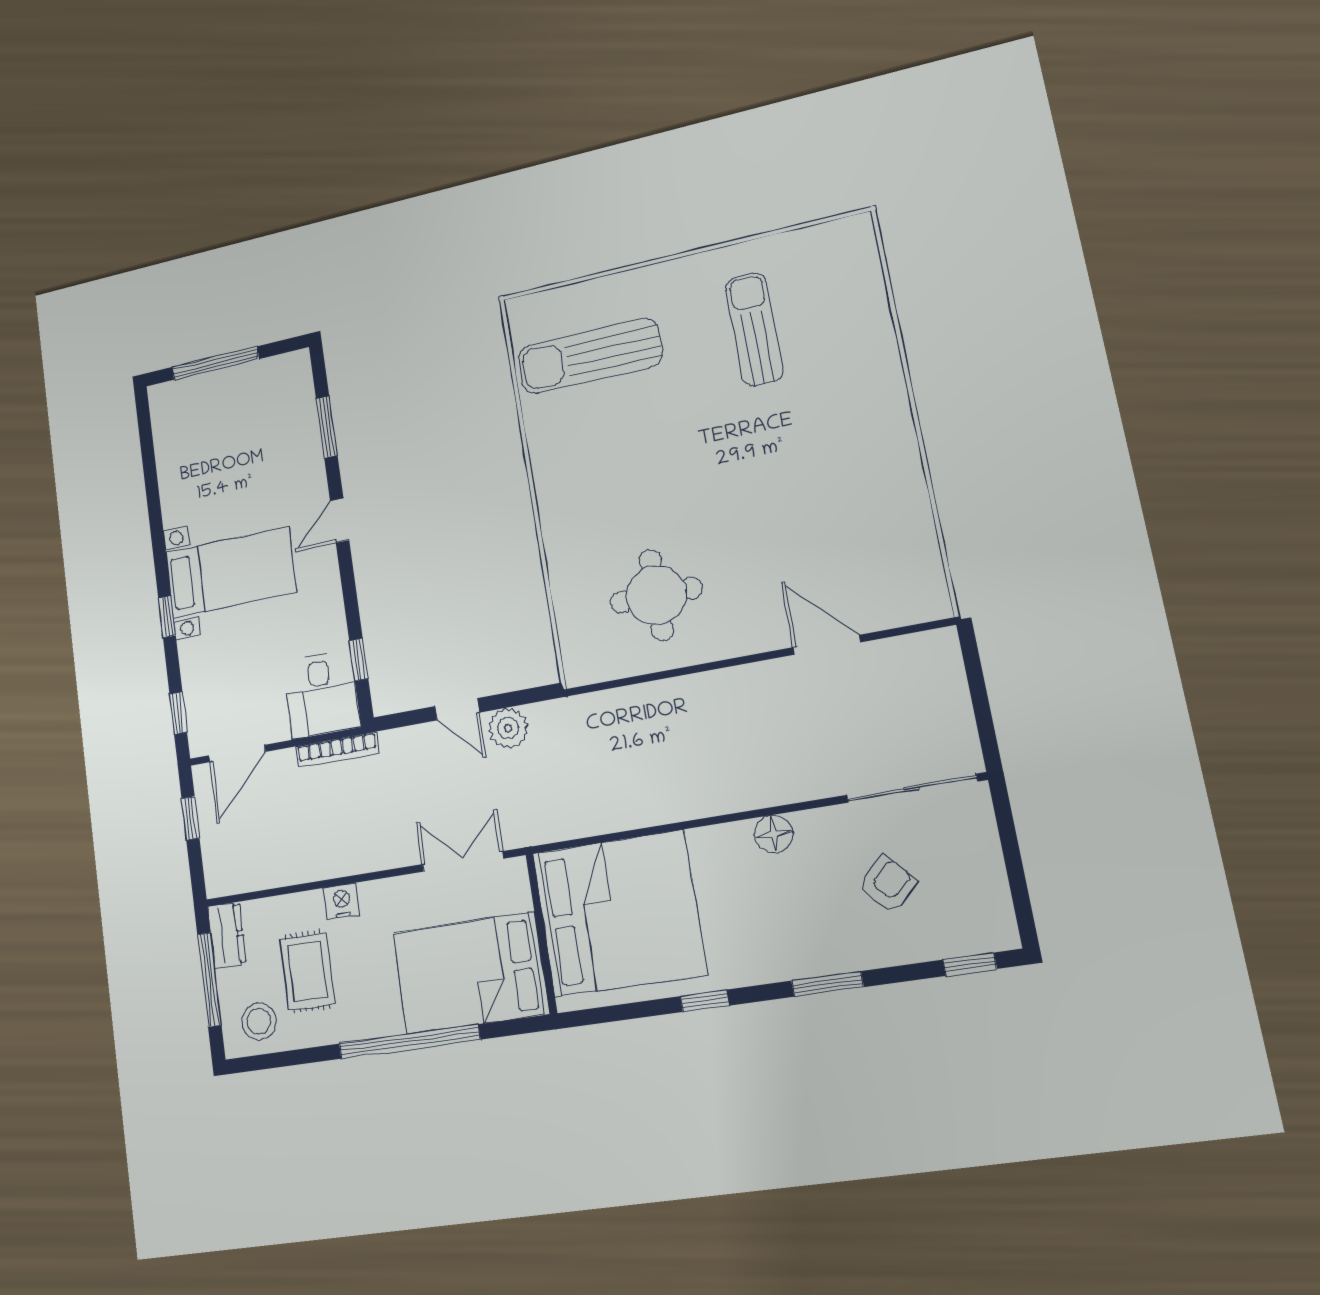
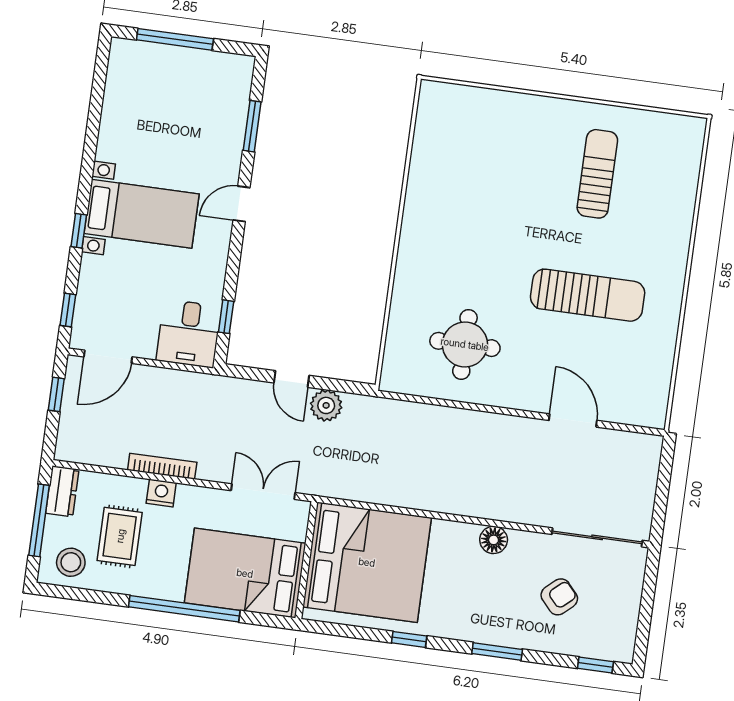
sun lounger: (590, 356) -> (588, 295), moved, turned 180
bookcase: (337, 750) -> (162, 466), moved, turned 180

